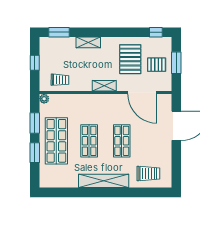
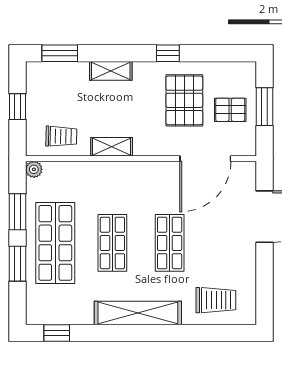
window: (156, 32) -> (168, 53), moved
shelving: (104, 86) -> (112, 147), moved
door: (142, 93) -> (205, 159), hinge flipped
window: (57, 192) -> (57, 333), added

